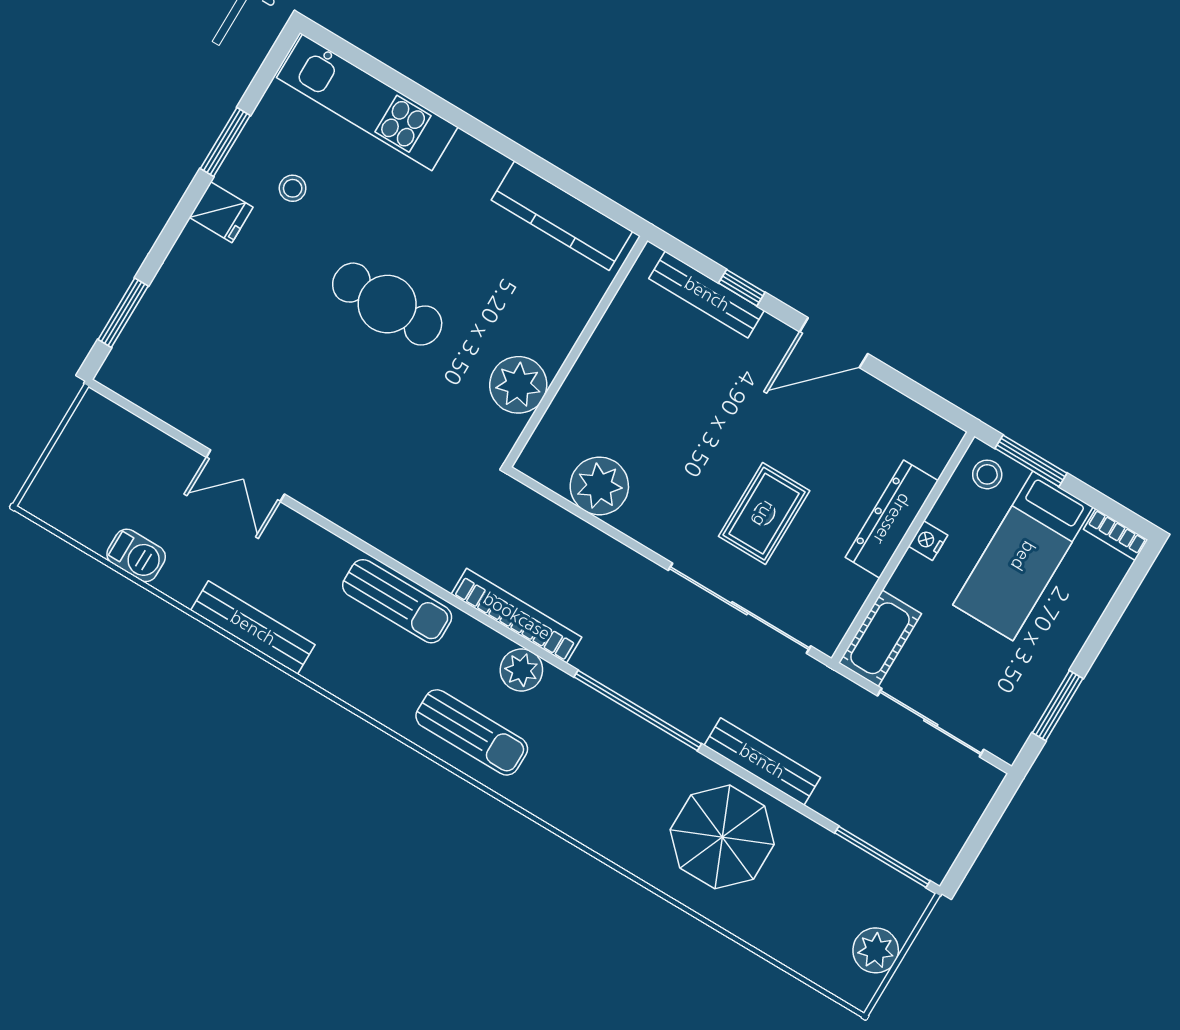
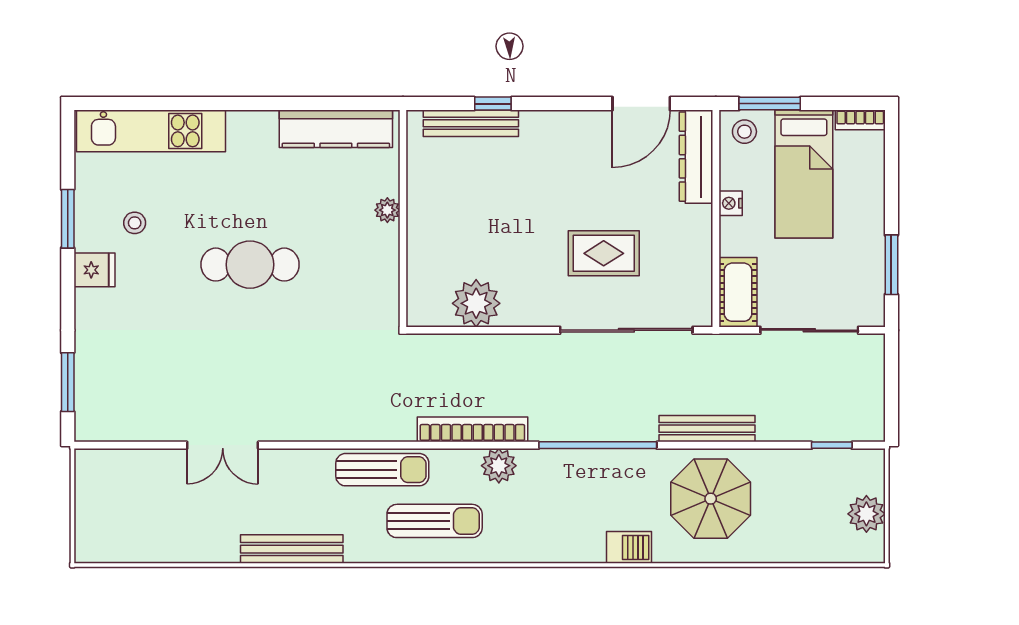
door: (834, 343) -> (641, 104), moved
plant: (518, 385) -> (387, 210), moved, width x0.53, depth x0.53
rug: (764, 514) -> (604, 253), turned 90
dresser: (892, 519) -> (696, 157), moved
barbecue: (136, 555) -> (629, 547), moved
sun lounger: (472, 732) -> (435, 521), moved
window: (882, 857) -> (832, 445), width x0.46

